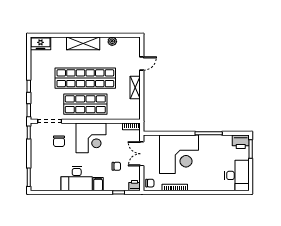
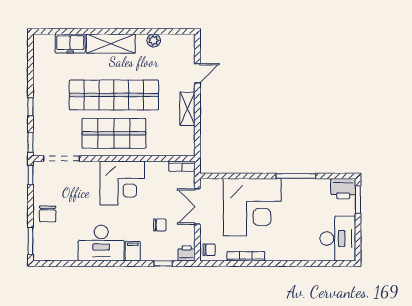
freezer: (41, 43) -> (70, 43), moved
chair: (59, 141) -> (48, 214), moved

